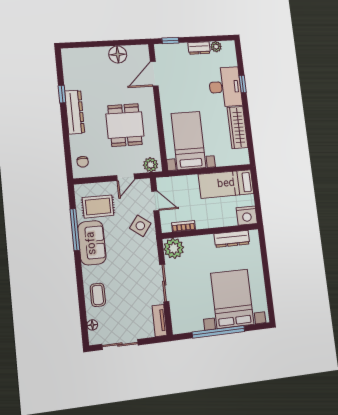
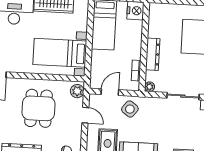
dining table: (125, 125) -> (39, 108), turned 90
dresser: (232, 239) -> (153, 54), moved
plant: (174, 248) -> (150, 87), width x0.53, depth x0.53

